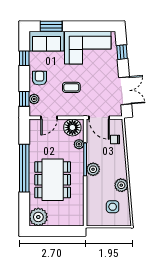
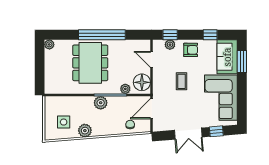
double door: (125, 91) -> (188, 134), moved
dining table: (53, 180) -> (90, 63), turned 90
plant: (38, 217) -> (49, 44), width x0.53, depth x0.53

